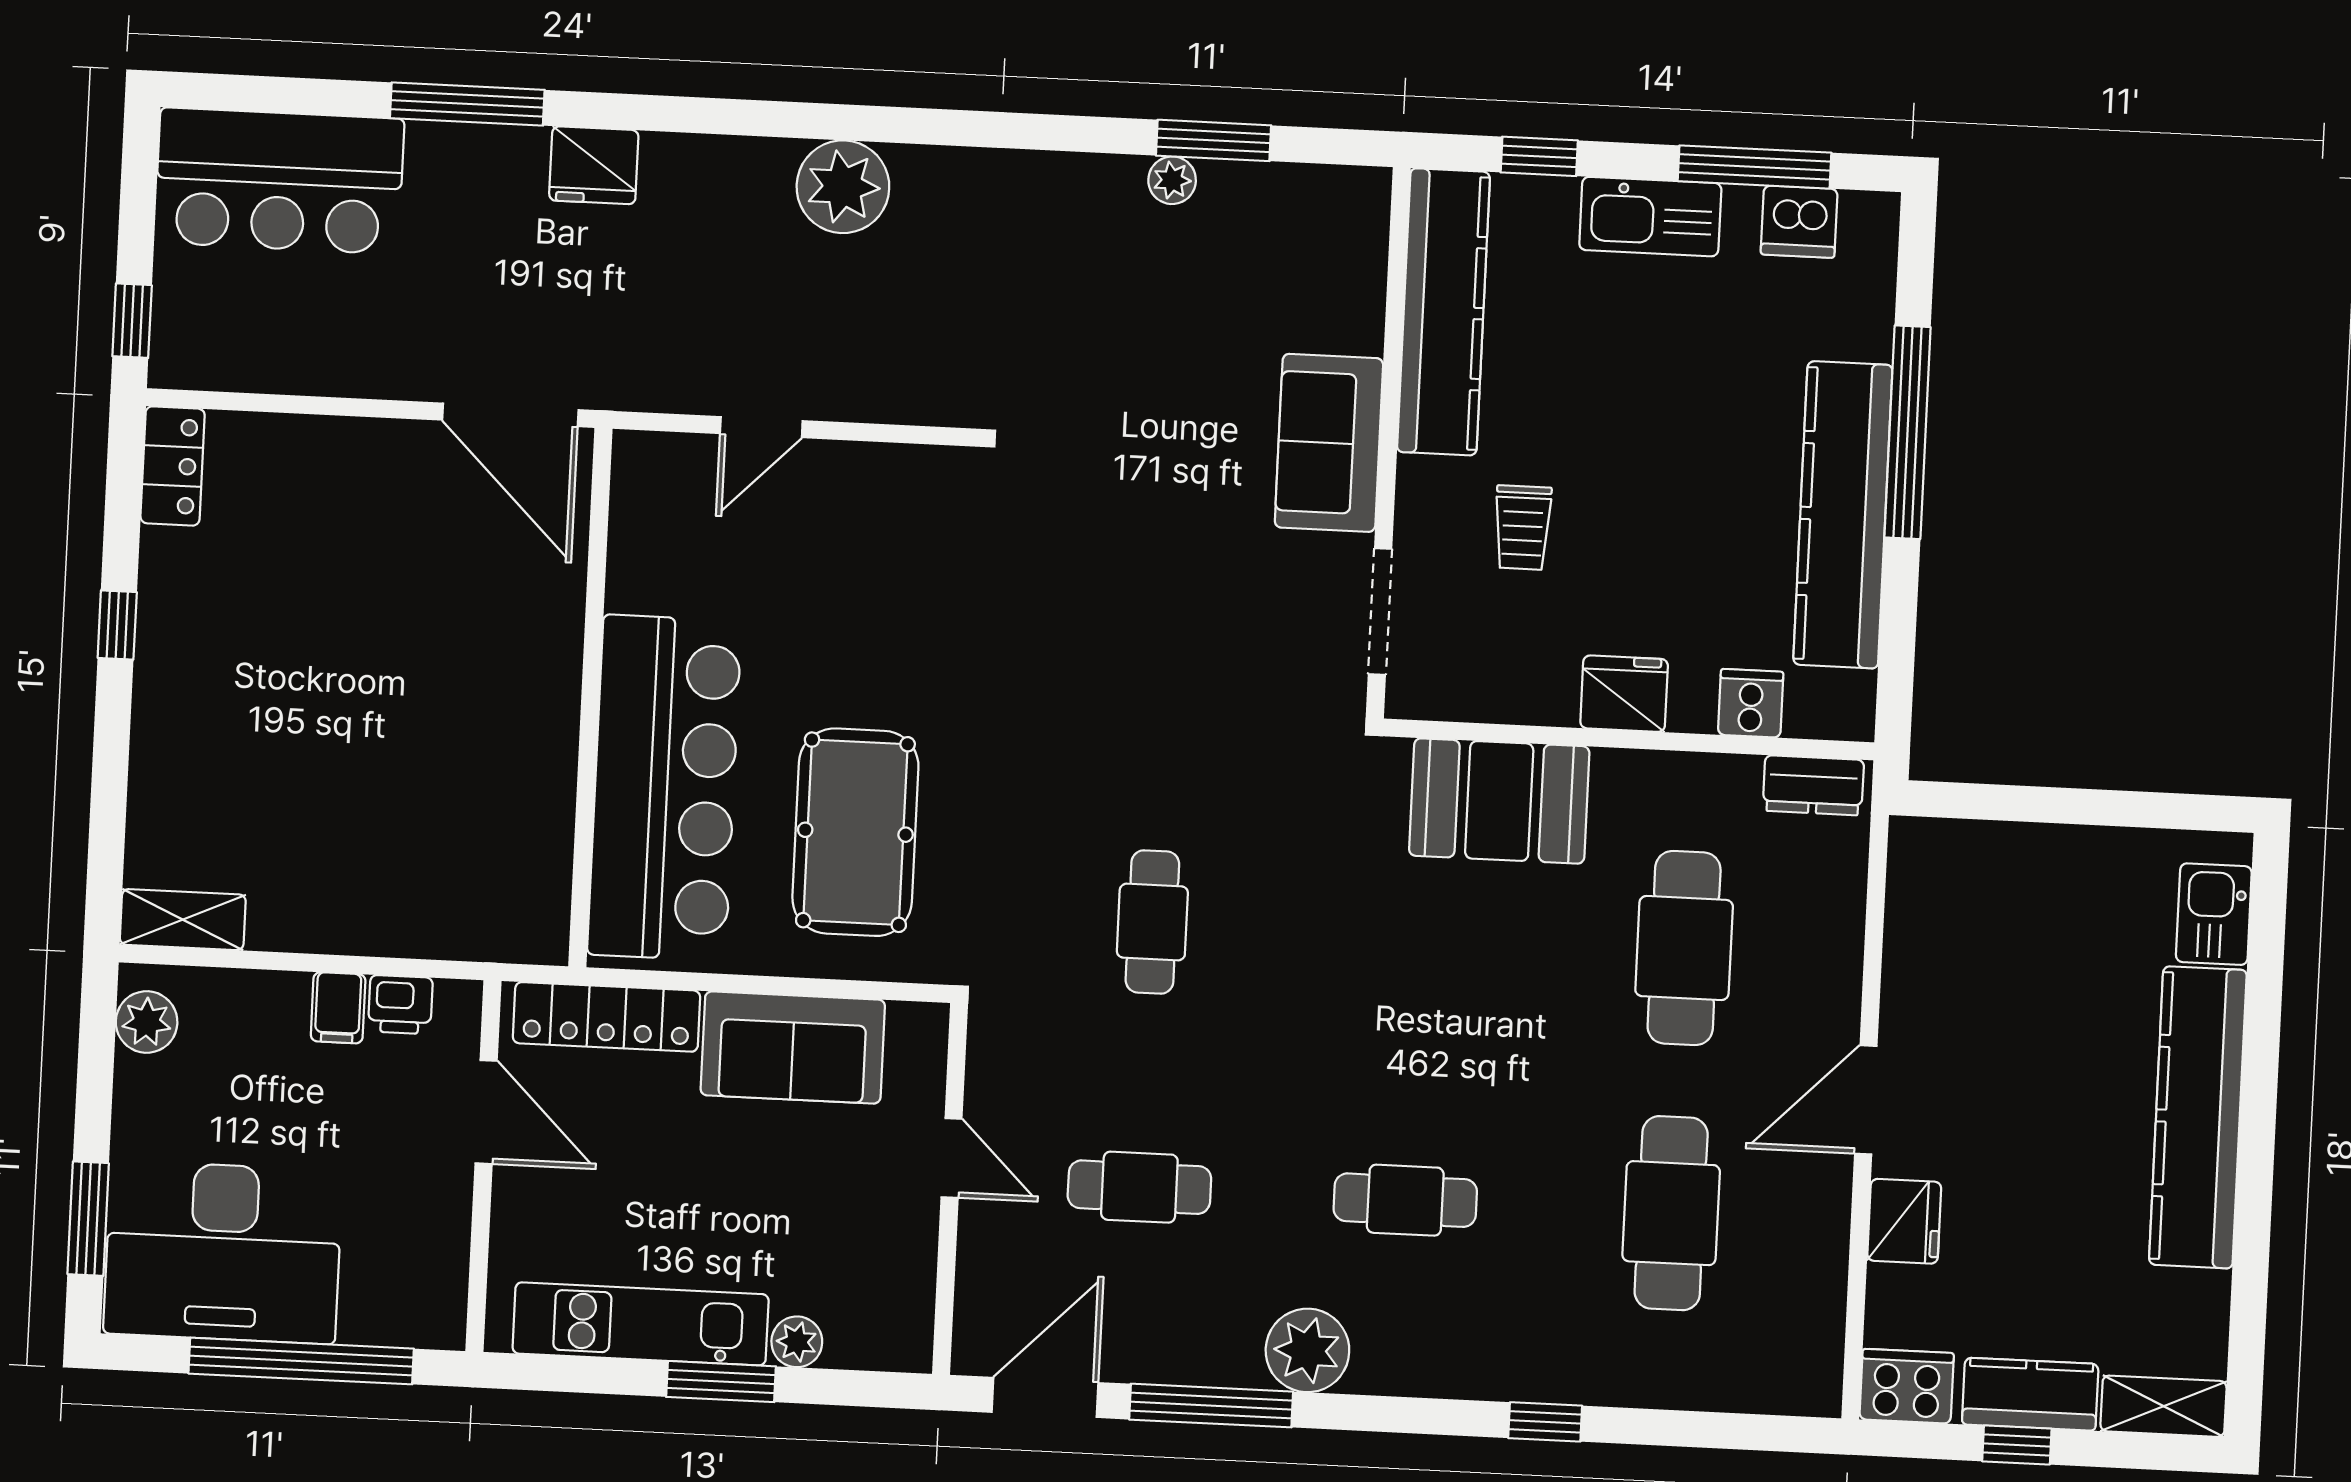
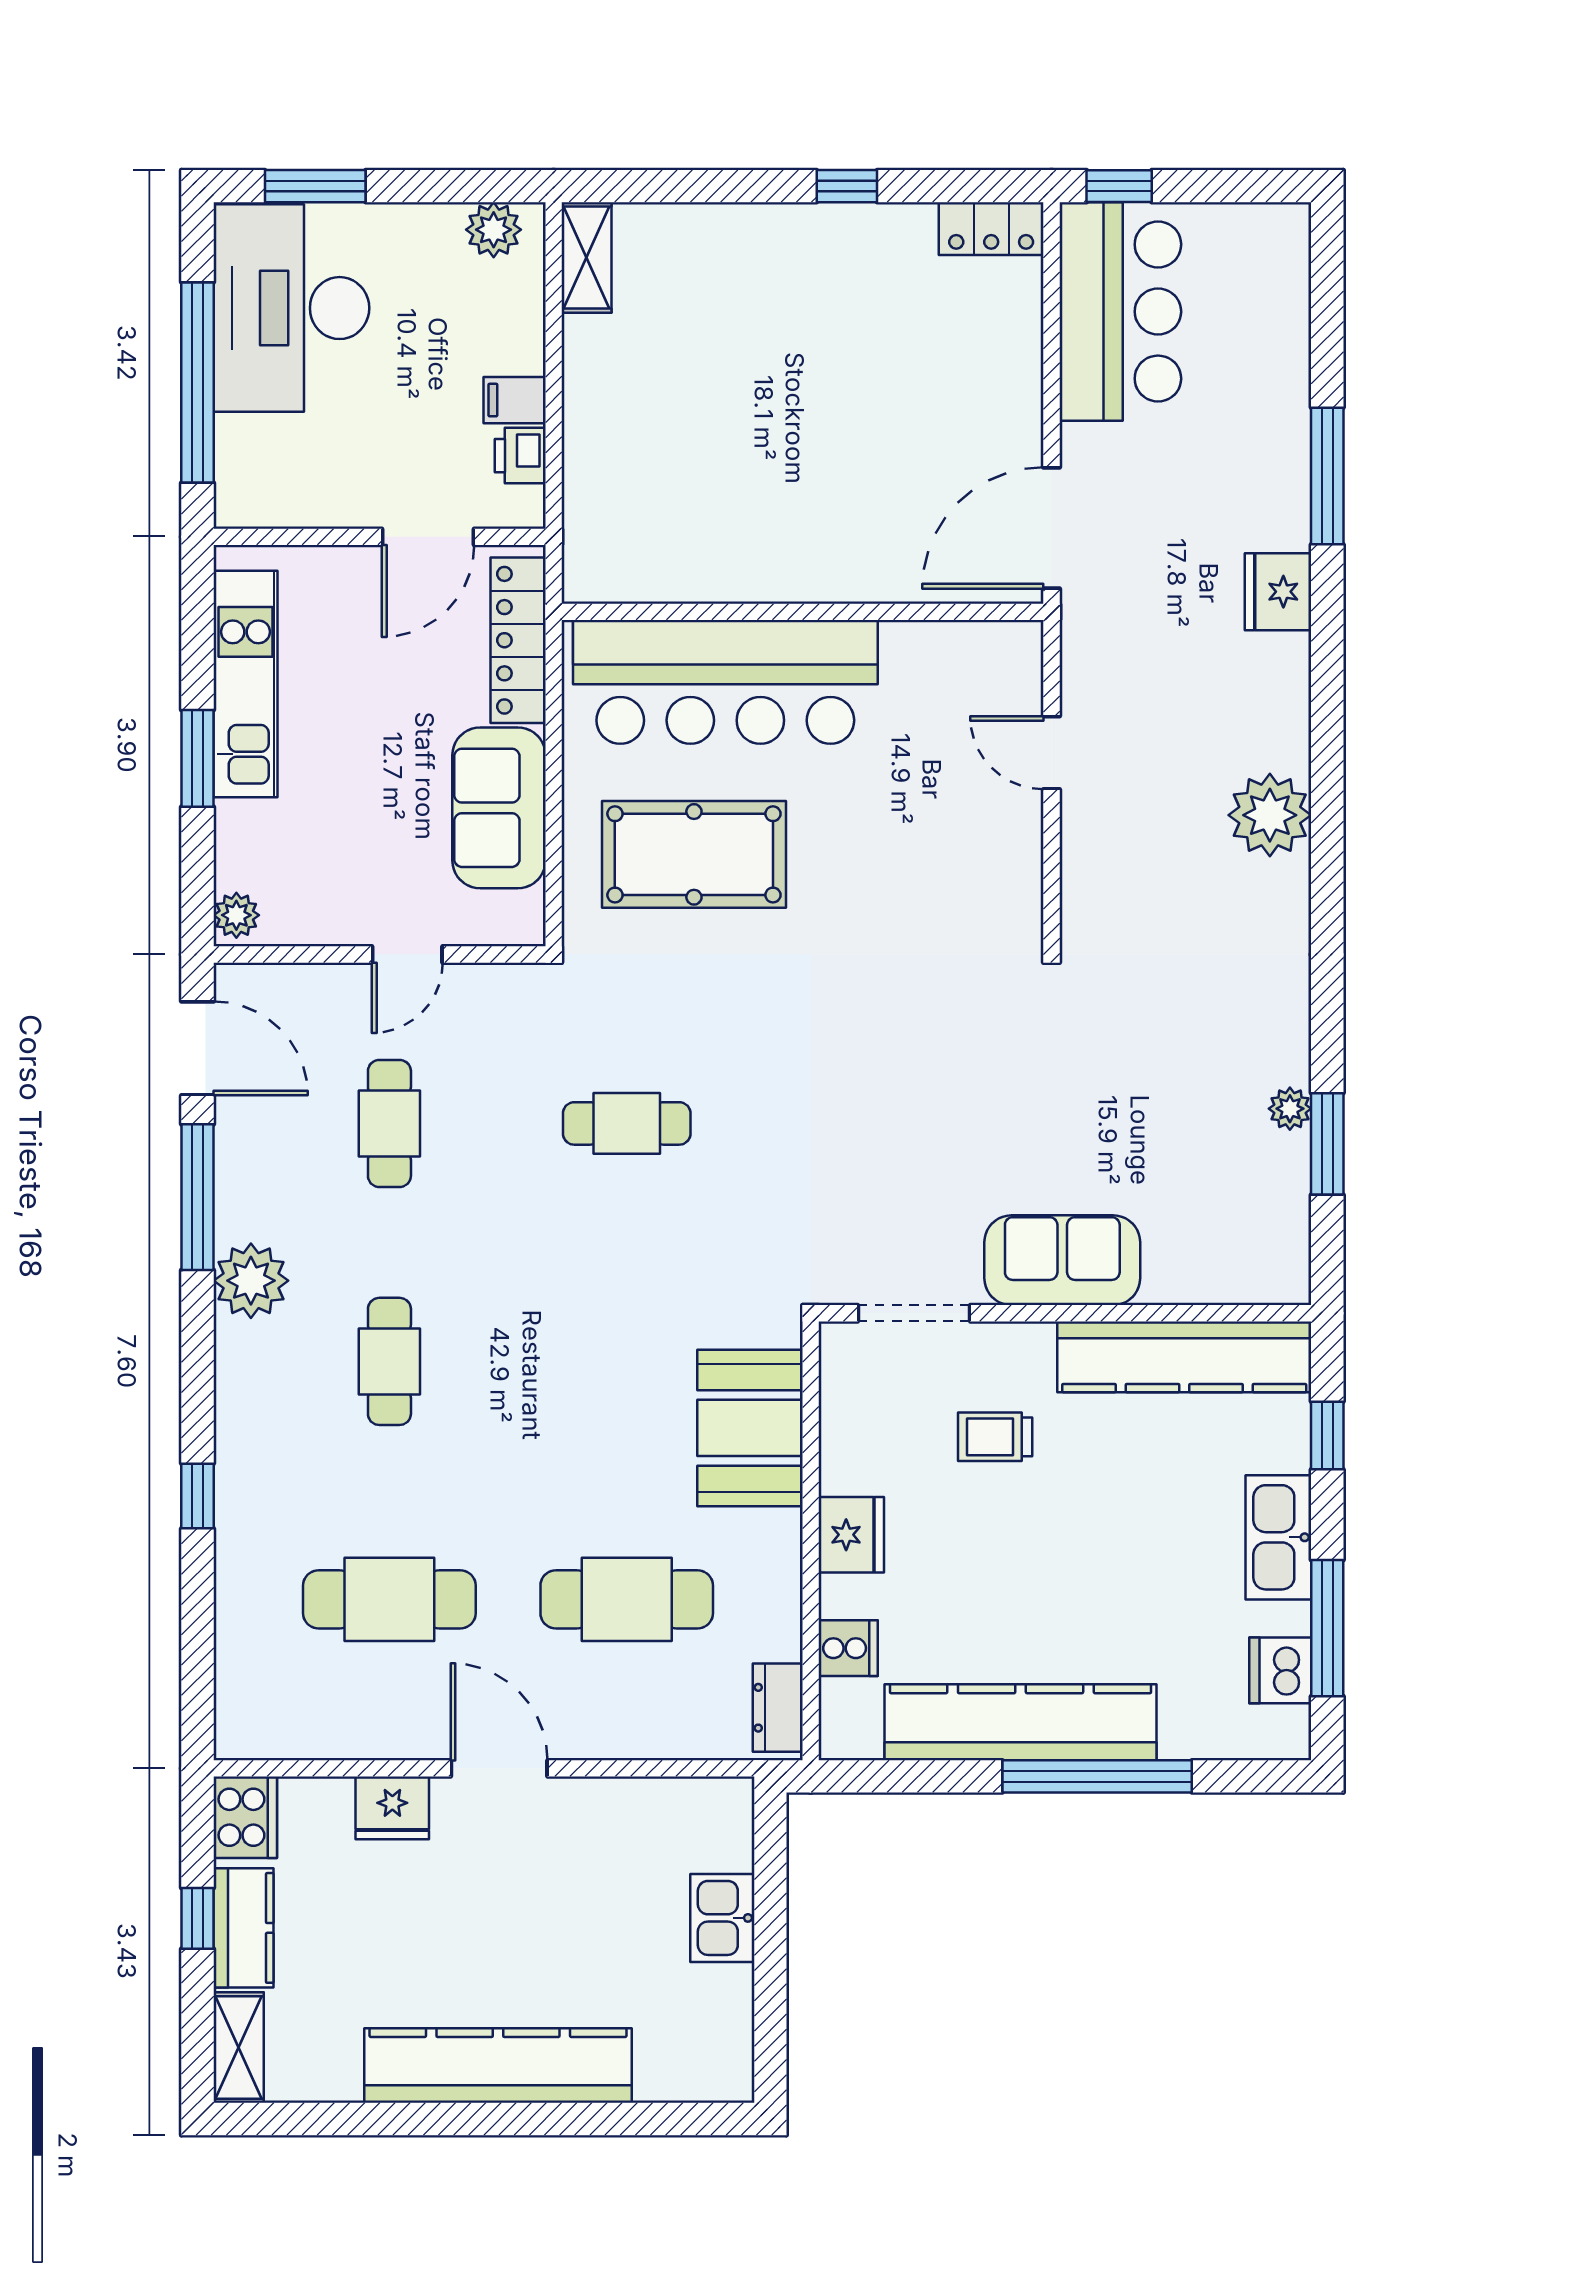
bar counter: (279, 181) -> (1120, 312), moved, turned 180
kitchen sink: (2214, 914) -> (722, 1918), moved, turned -90
plant: (797, 1342) -> (236, 915), moved

